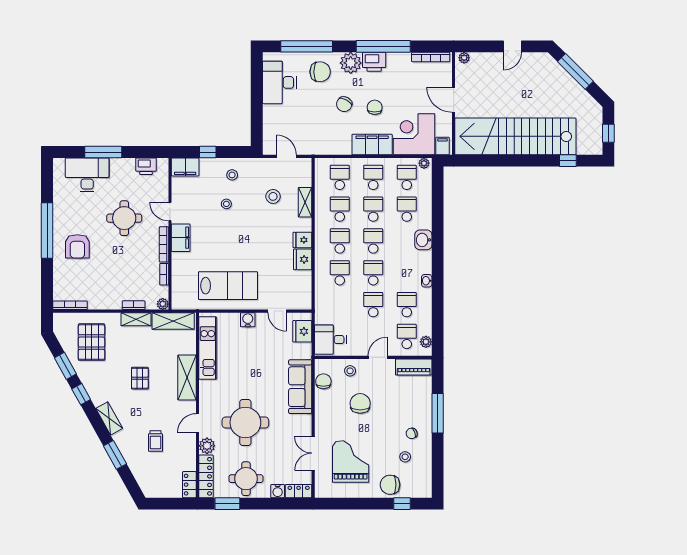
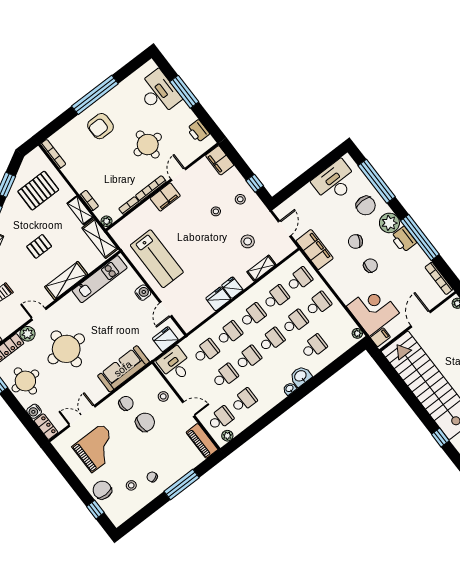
filing cabinet: (372, 145) -> (315, 250), moved
window: (208, 152) -> (255, 183), moved
school desk: (407, 177) -> (206, 351), moved
washbasin: (427, 281) -> (290, 389), moved
chair: (323, 381) -> (126, 403), moved

